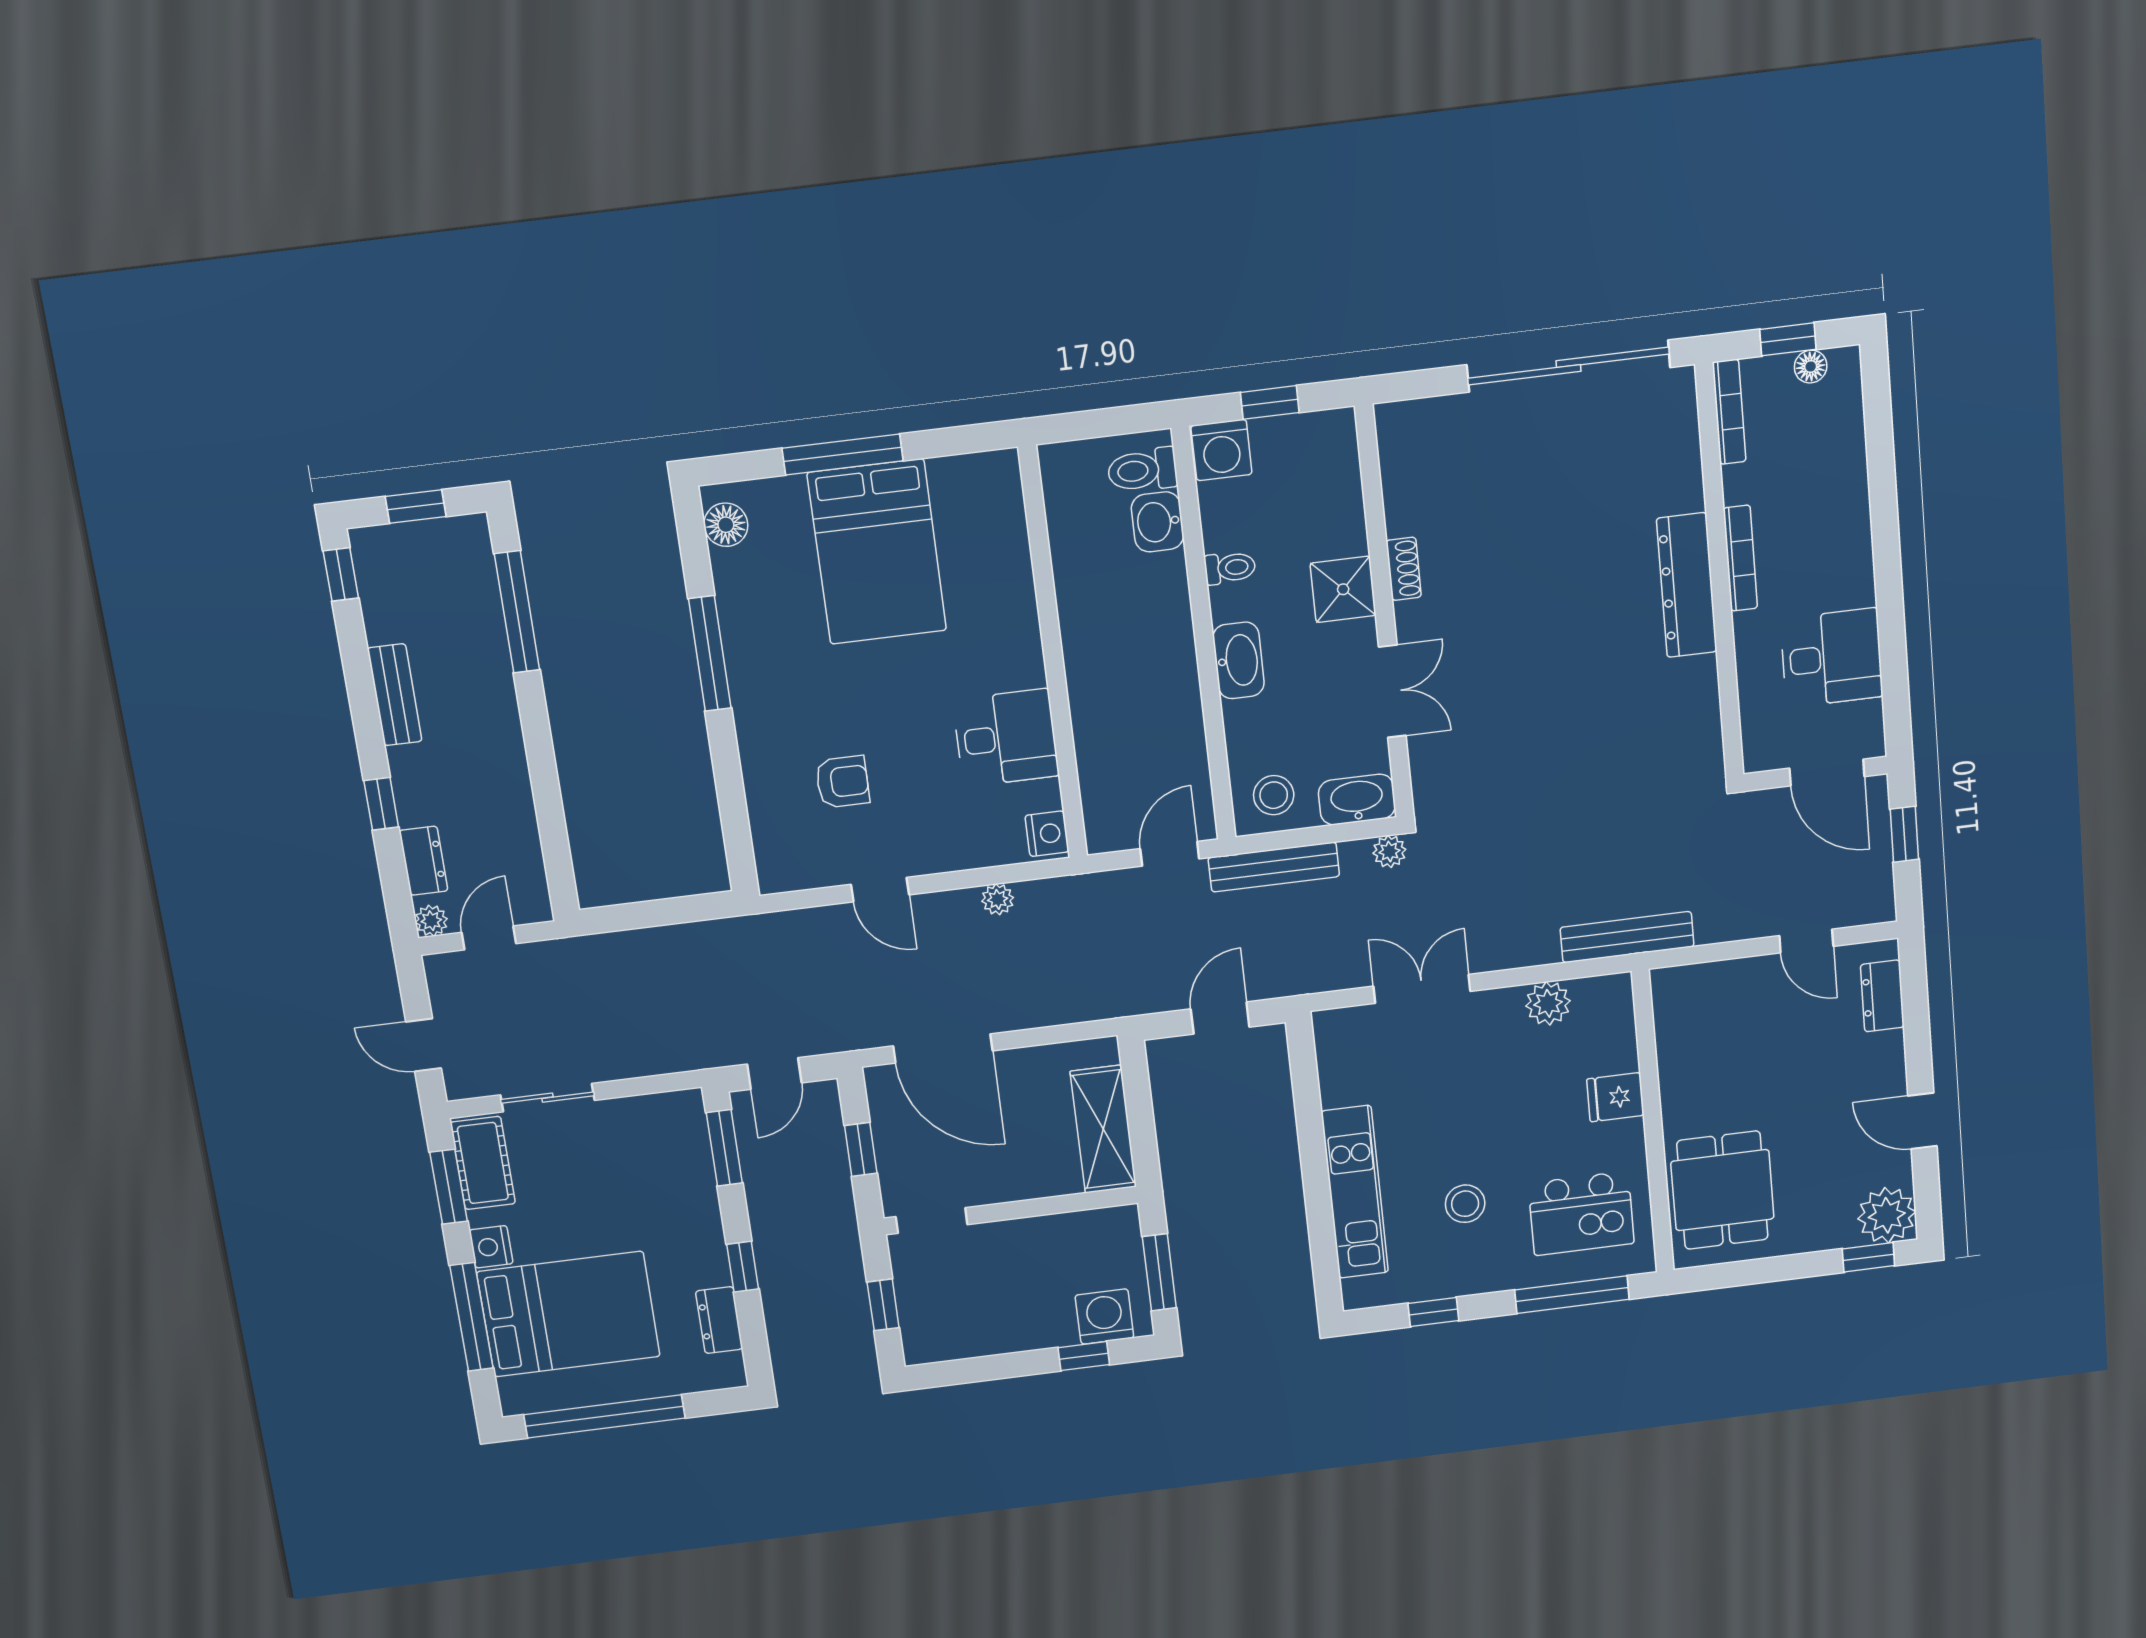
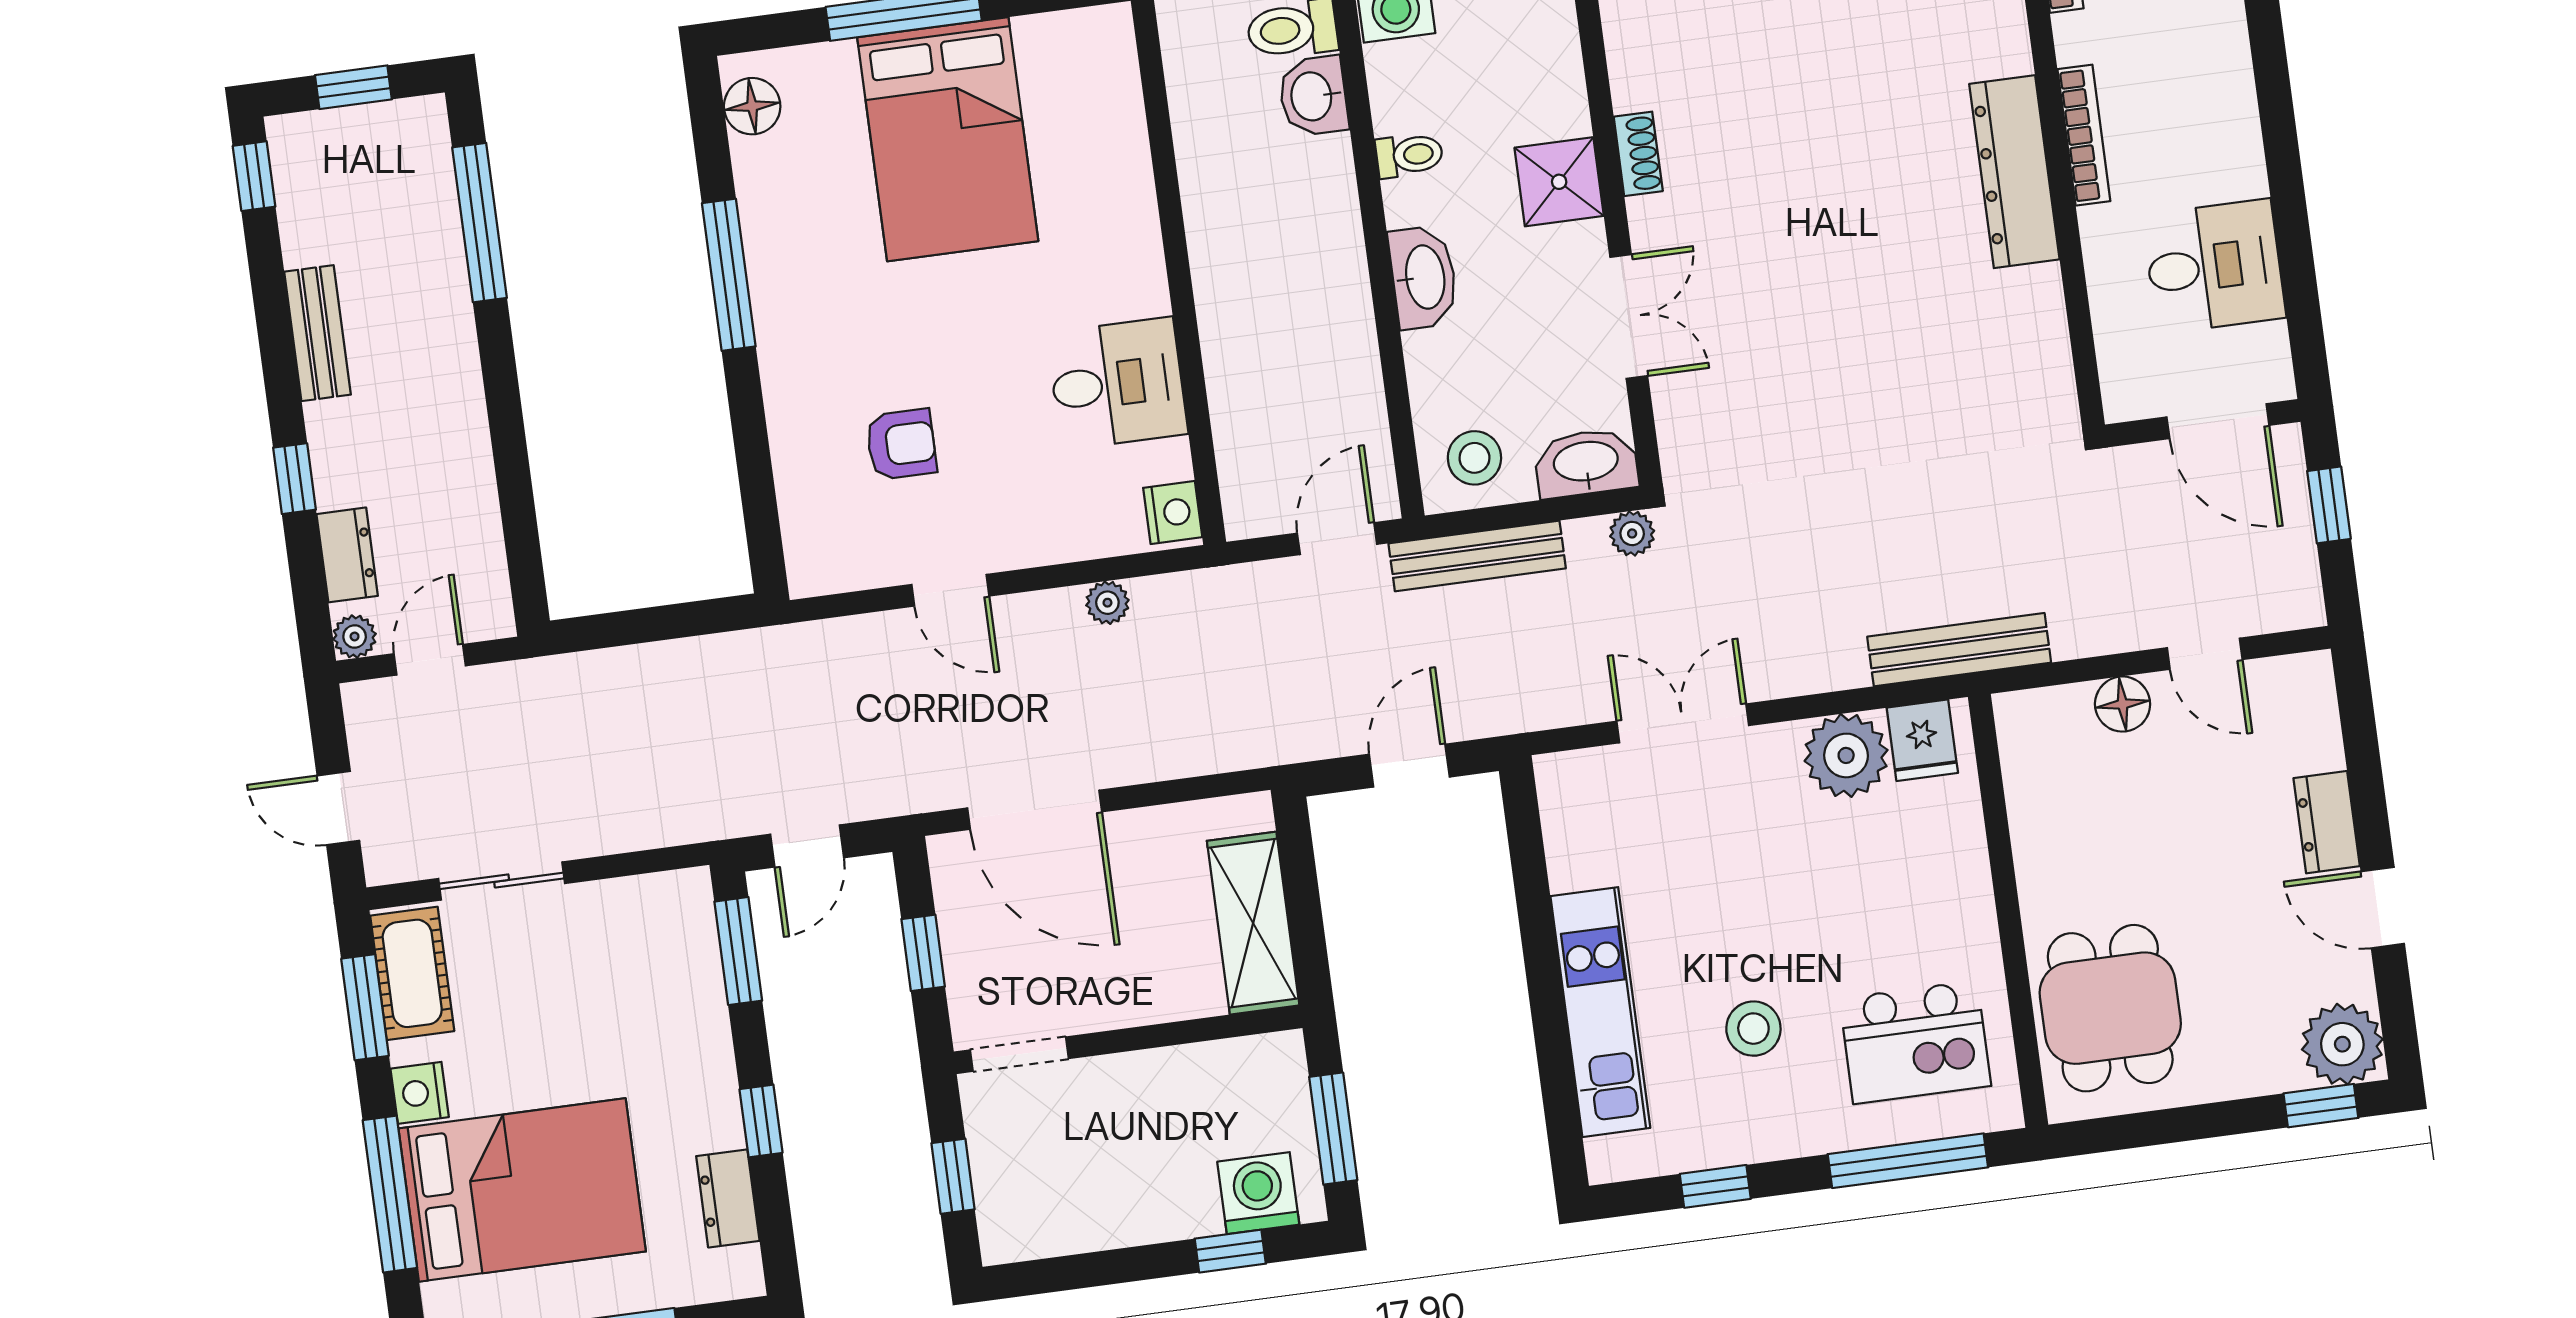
floor lamp: (1744, 977) -> (2123, 704), added
dresser: (1882, 996) -> (2327, 822), moved
plant: (1548, 1003) -> (1846, 755), width x1.36, depth x1.36
fridge: (1615, 1097) -> (1922, 740), moved, turned -90

